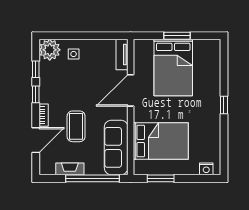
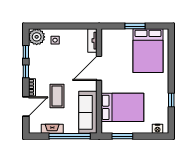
bed: (173, 68) -> (148, 51), moved
window: (224, 105) -> (171, 100), moved

